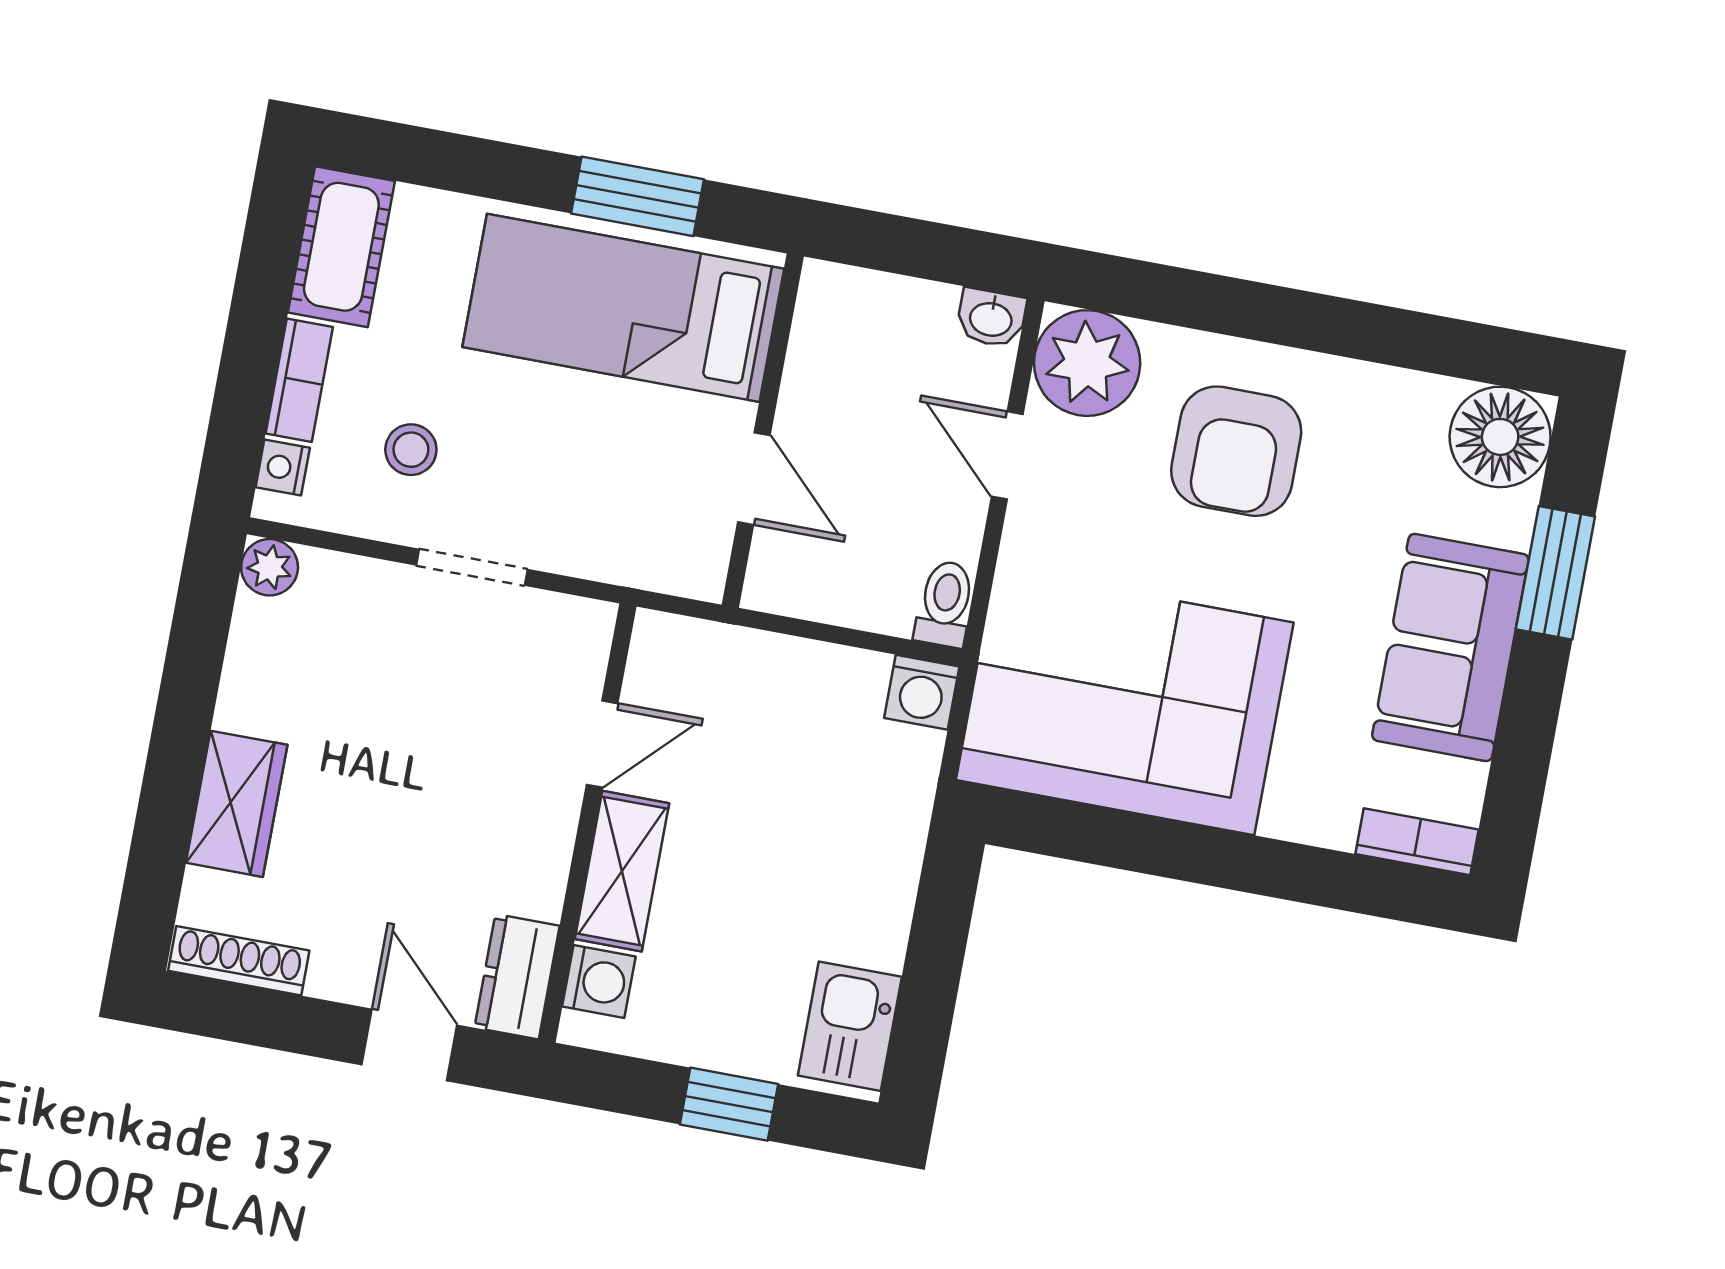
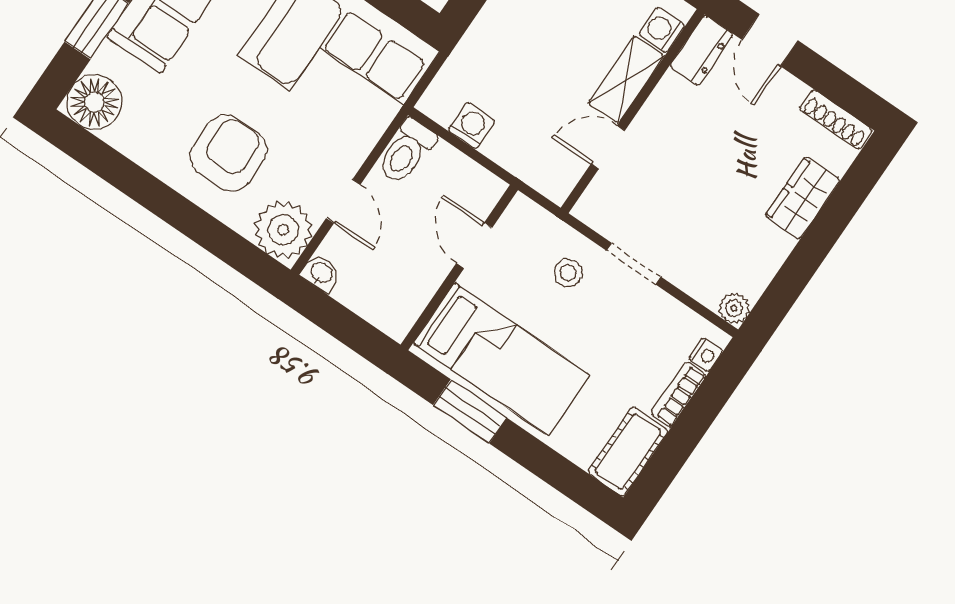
stool: (411, 450) -> (568, 273), moved
toilet: (945, 604) -> (406, 151), width x1.37, depth x1.39
washing machine: (922, 692) -> (472, 126), moved

